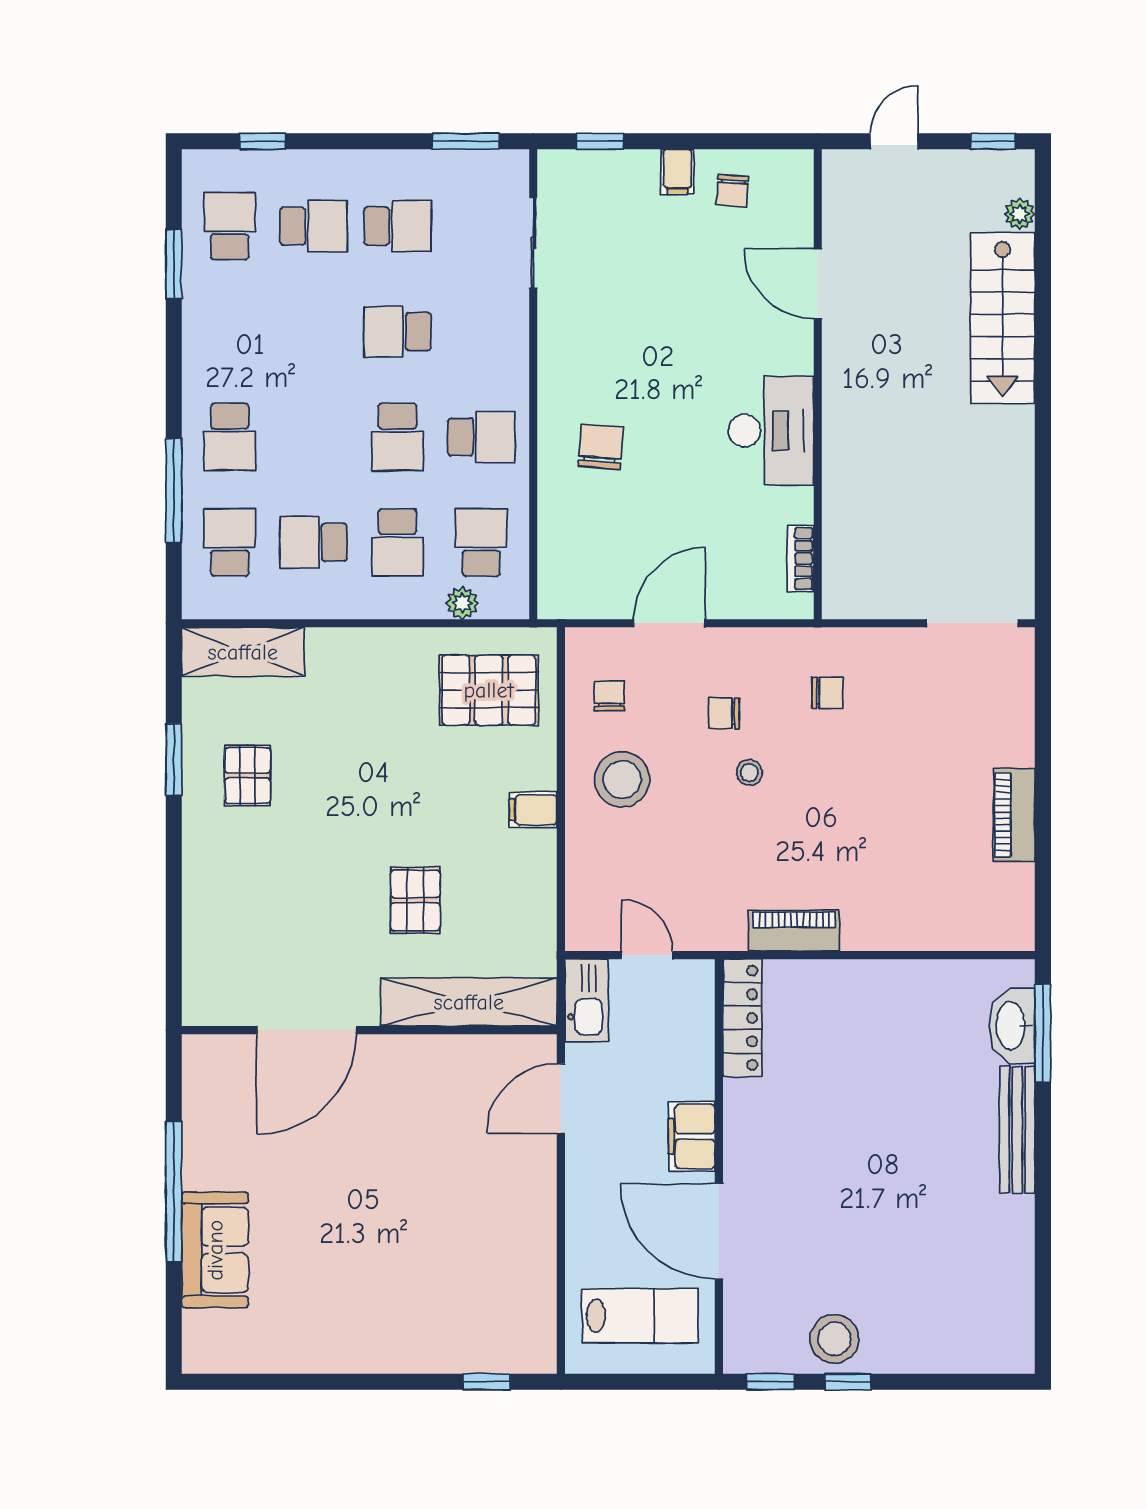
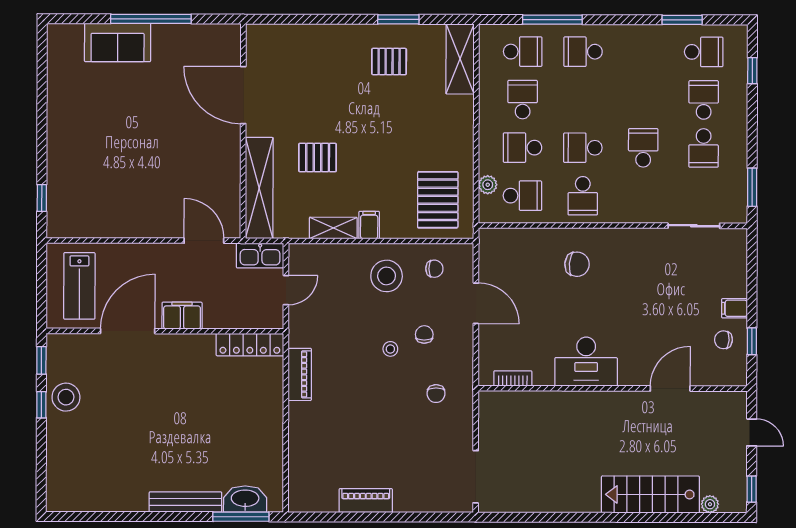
window: (600, 141) -> (752, 341), moved
school desk: (314, 226) -> (704, 100), turned 180
shelving: (538, 873) -> (333, 228), added

